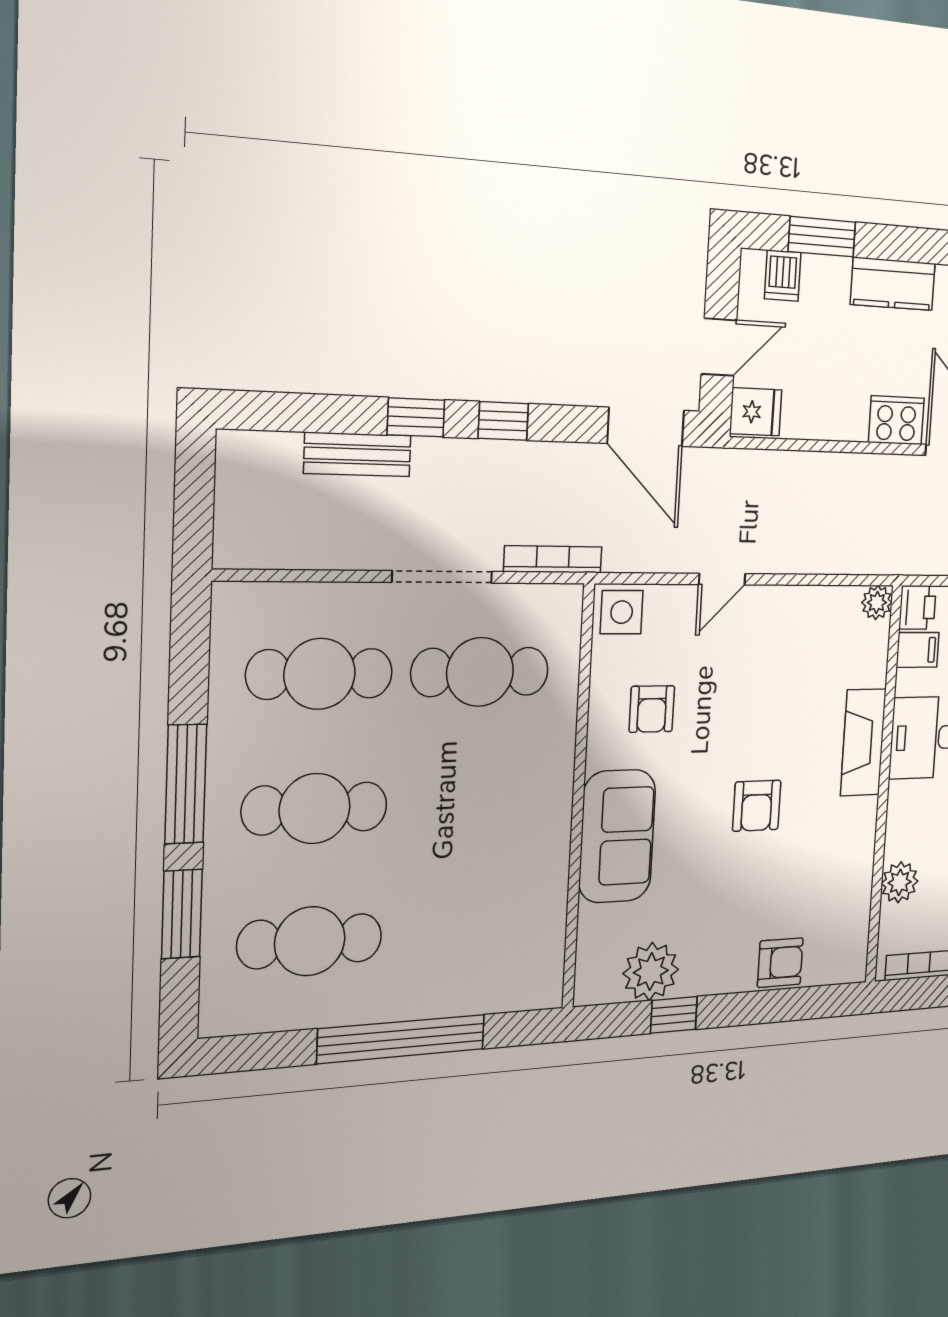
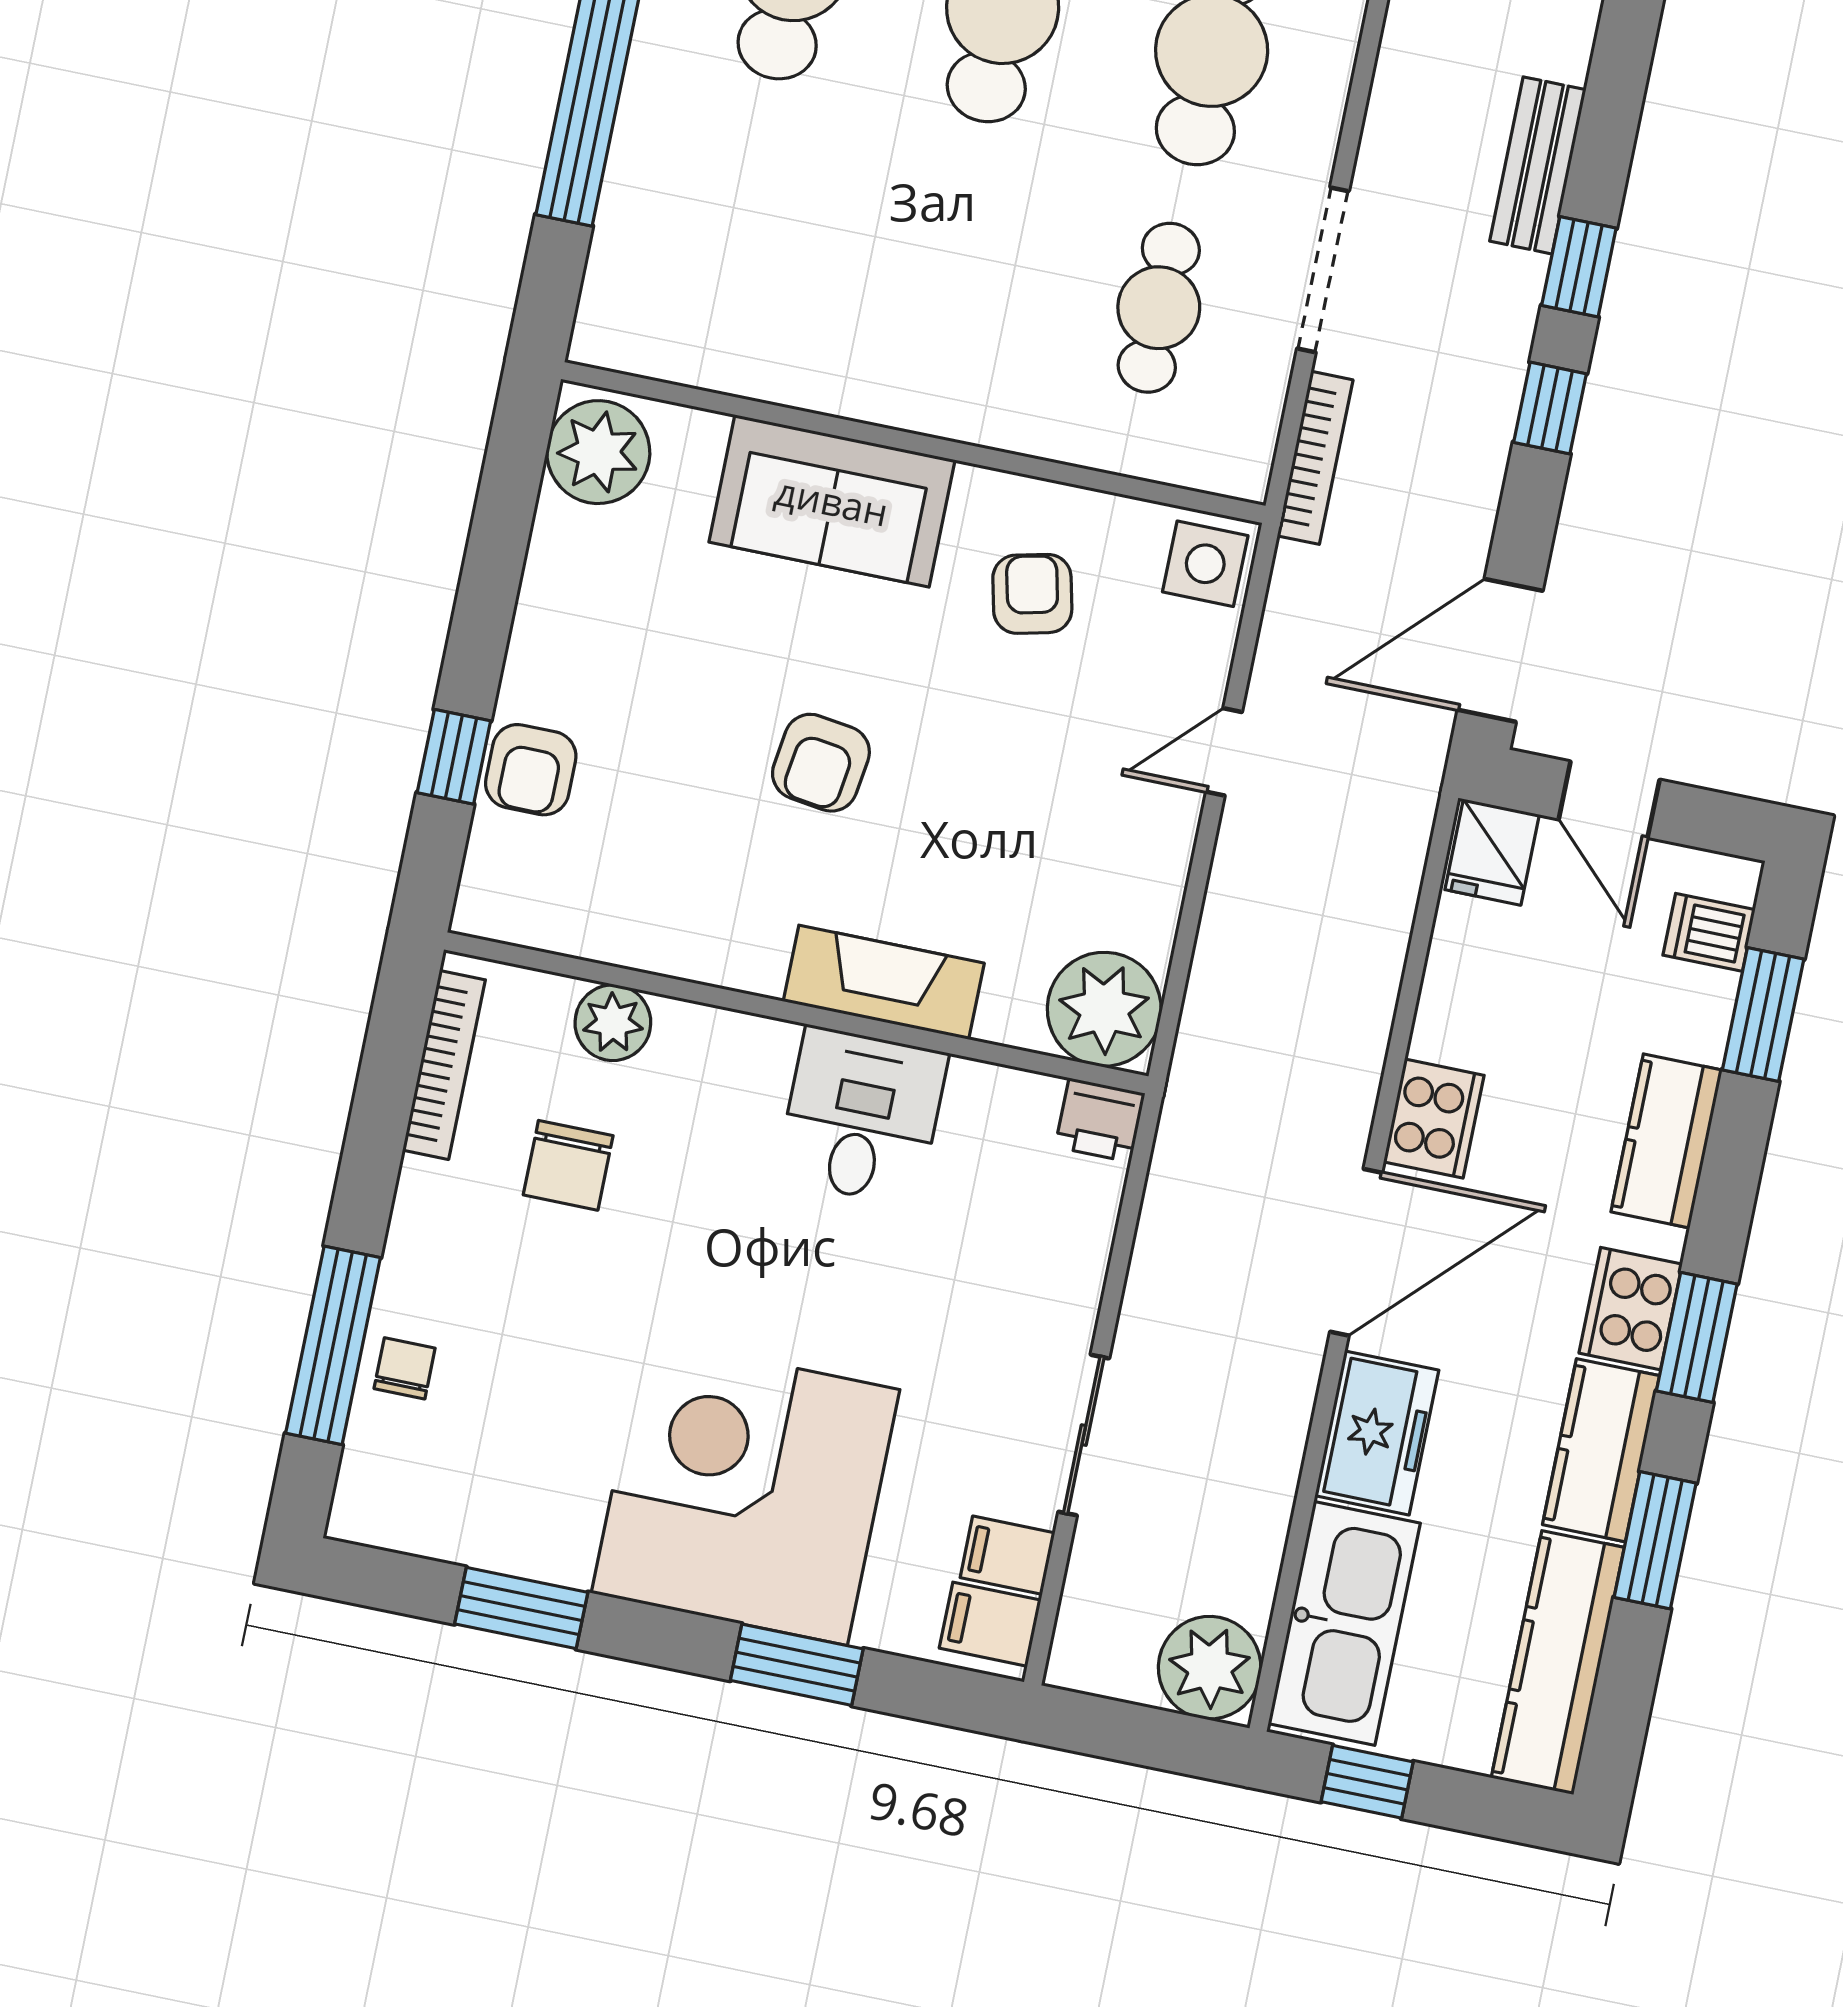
door: (722, 579) -> (1224, 752), hinge flipped
plant: (877, 603) -> (1104, 1009), width x1.88, depth x1.88
filing cabinet: (918, 650) -> (1024, 1111), removed
cafe table: (480, 672) -> (1159, 308), width x0.73, depth x0.74
armchair: (652, 709) -> (1032, 594), turned 77
armchair: (757, 806) -> (821, 763), turned -82
plant: (651, 971) -> (598, 452), moved
window: (674, 1015) -> (454, 757), moved

